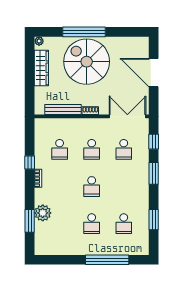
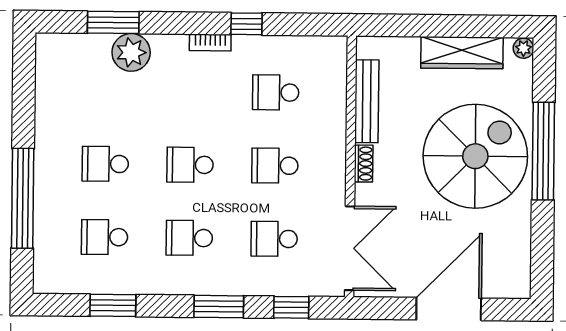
school desk: (124, 187) -> (189, 238), added

